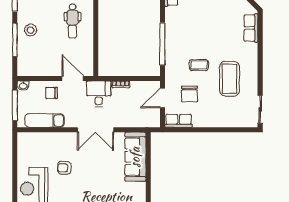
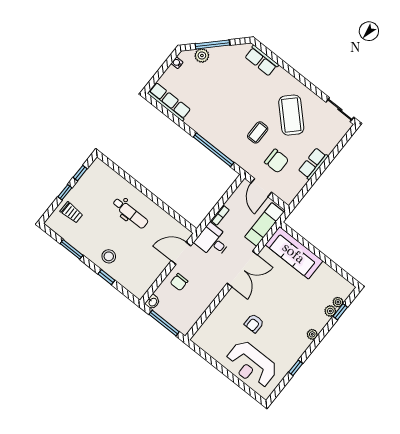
window: (15, 40) -> (106, 277), width x0.46
coffee table: (229, 79) -> (291, 115), turned 45
exam couch: (45, 120) -> (264, 225), moved
row of seats: (179, 121) -> (313, 164), moved

